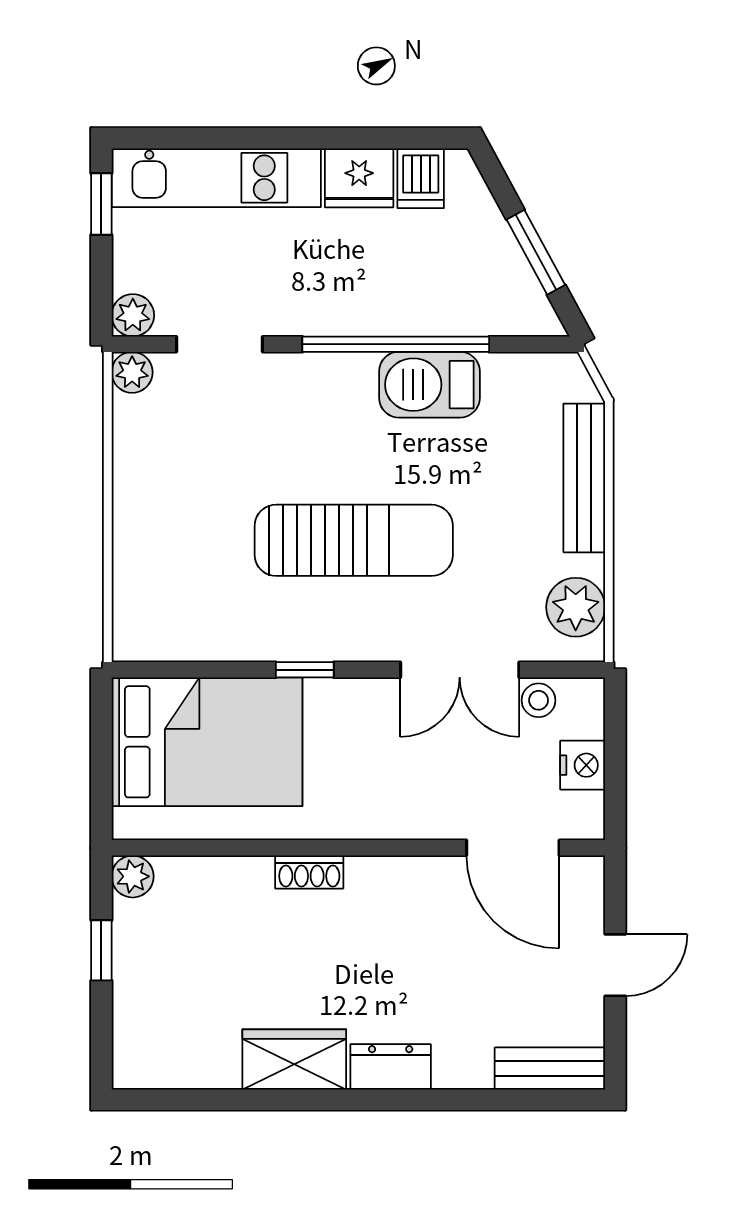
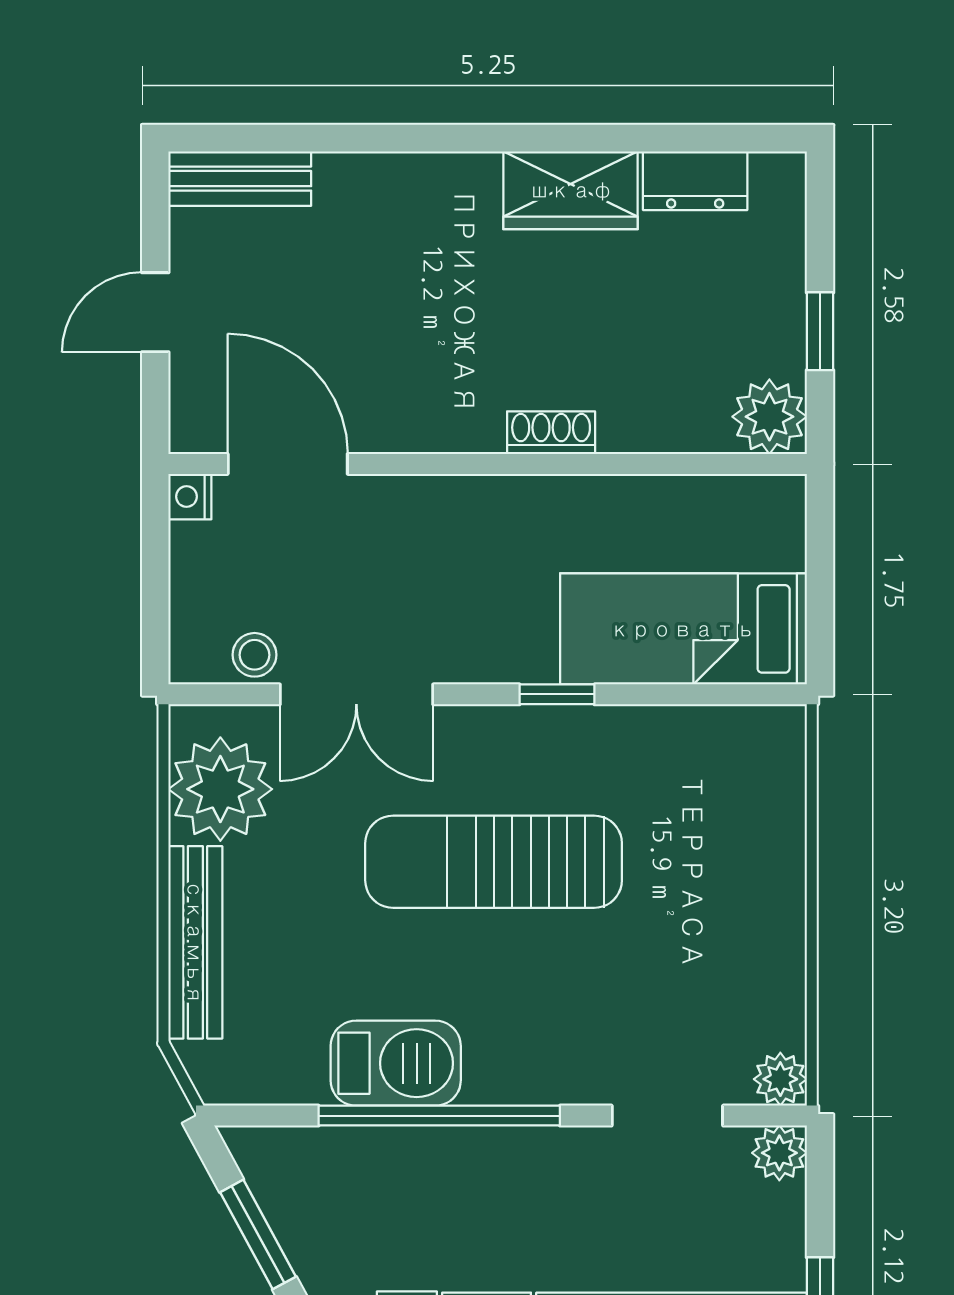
plant: (576, 607) -> (220, 789), width x1.36, depth x1.36
double door: (460, 670) -> (356, 694), swing flipped
bed: (207, 742) -> (683, 629), width x0.67
nightstand: (583, 765) -> (190, 497), moved, width x0.72, depth x0.74
plant: (133, 876) -> (769, 417), width x1.38, depth x1.38
dresser: (391, 1067) -> (695, 181), moved

